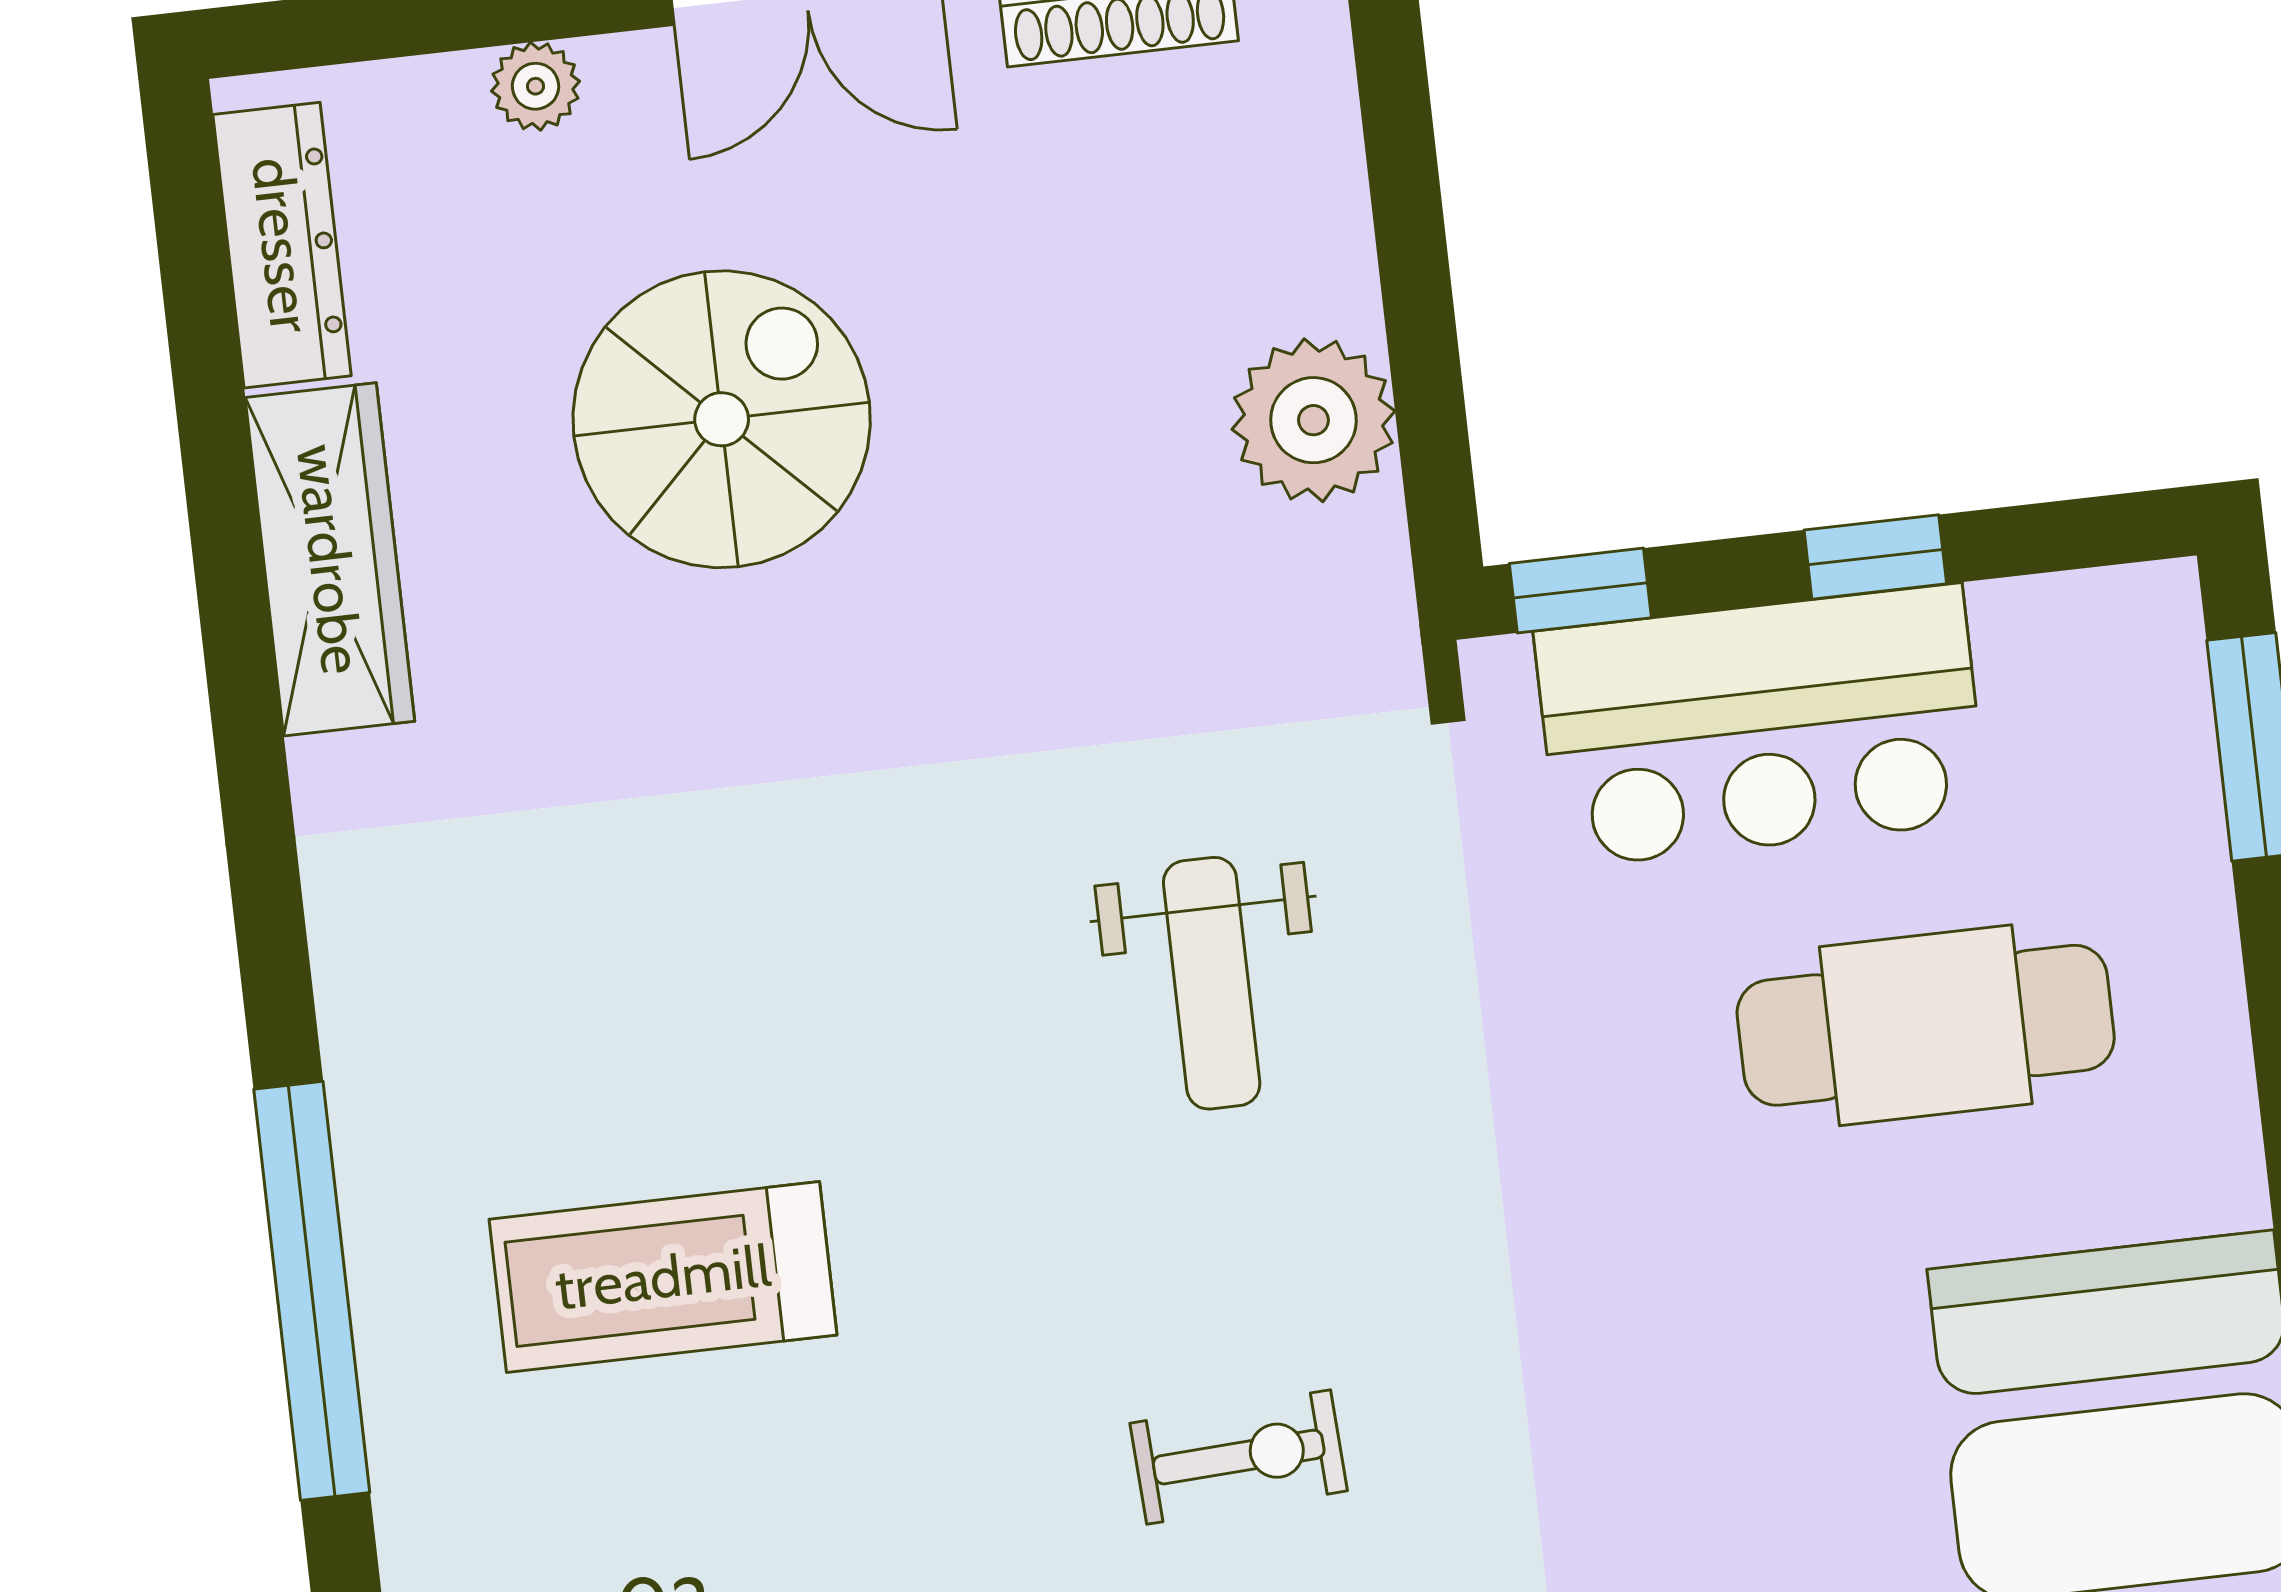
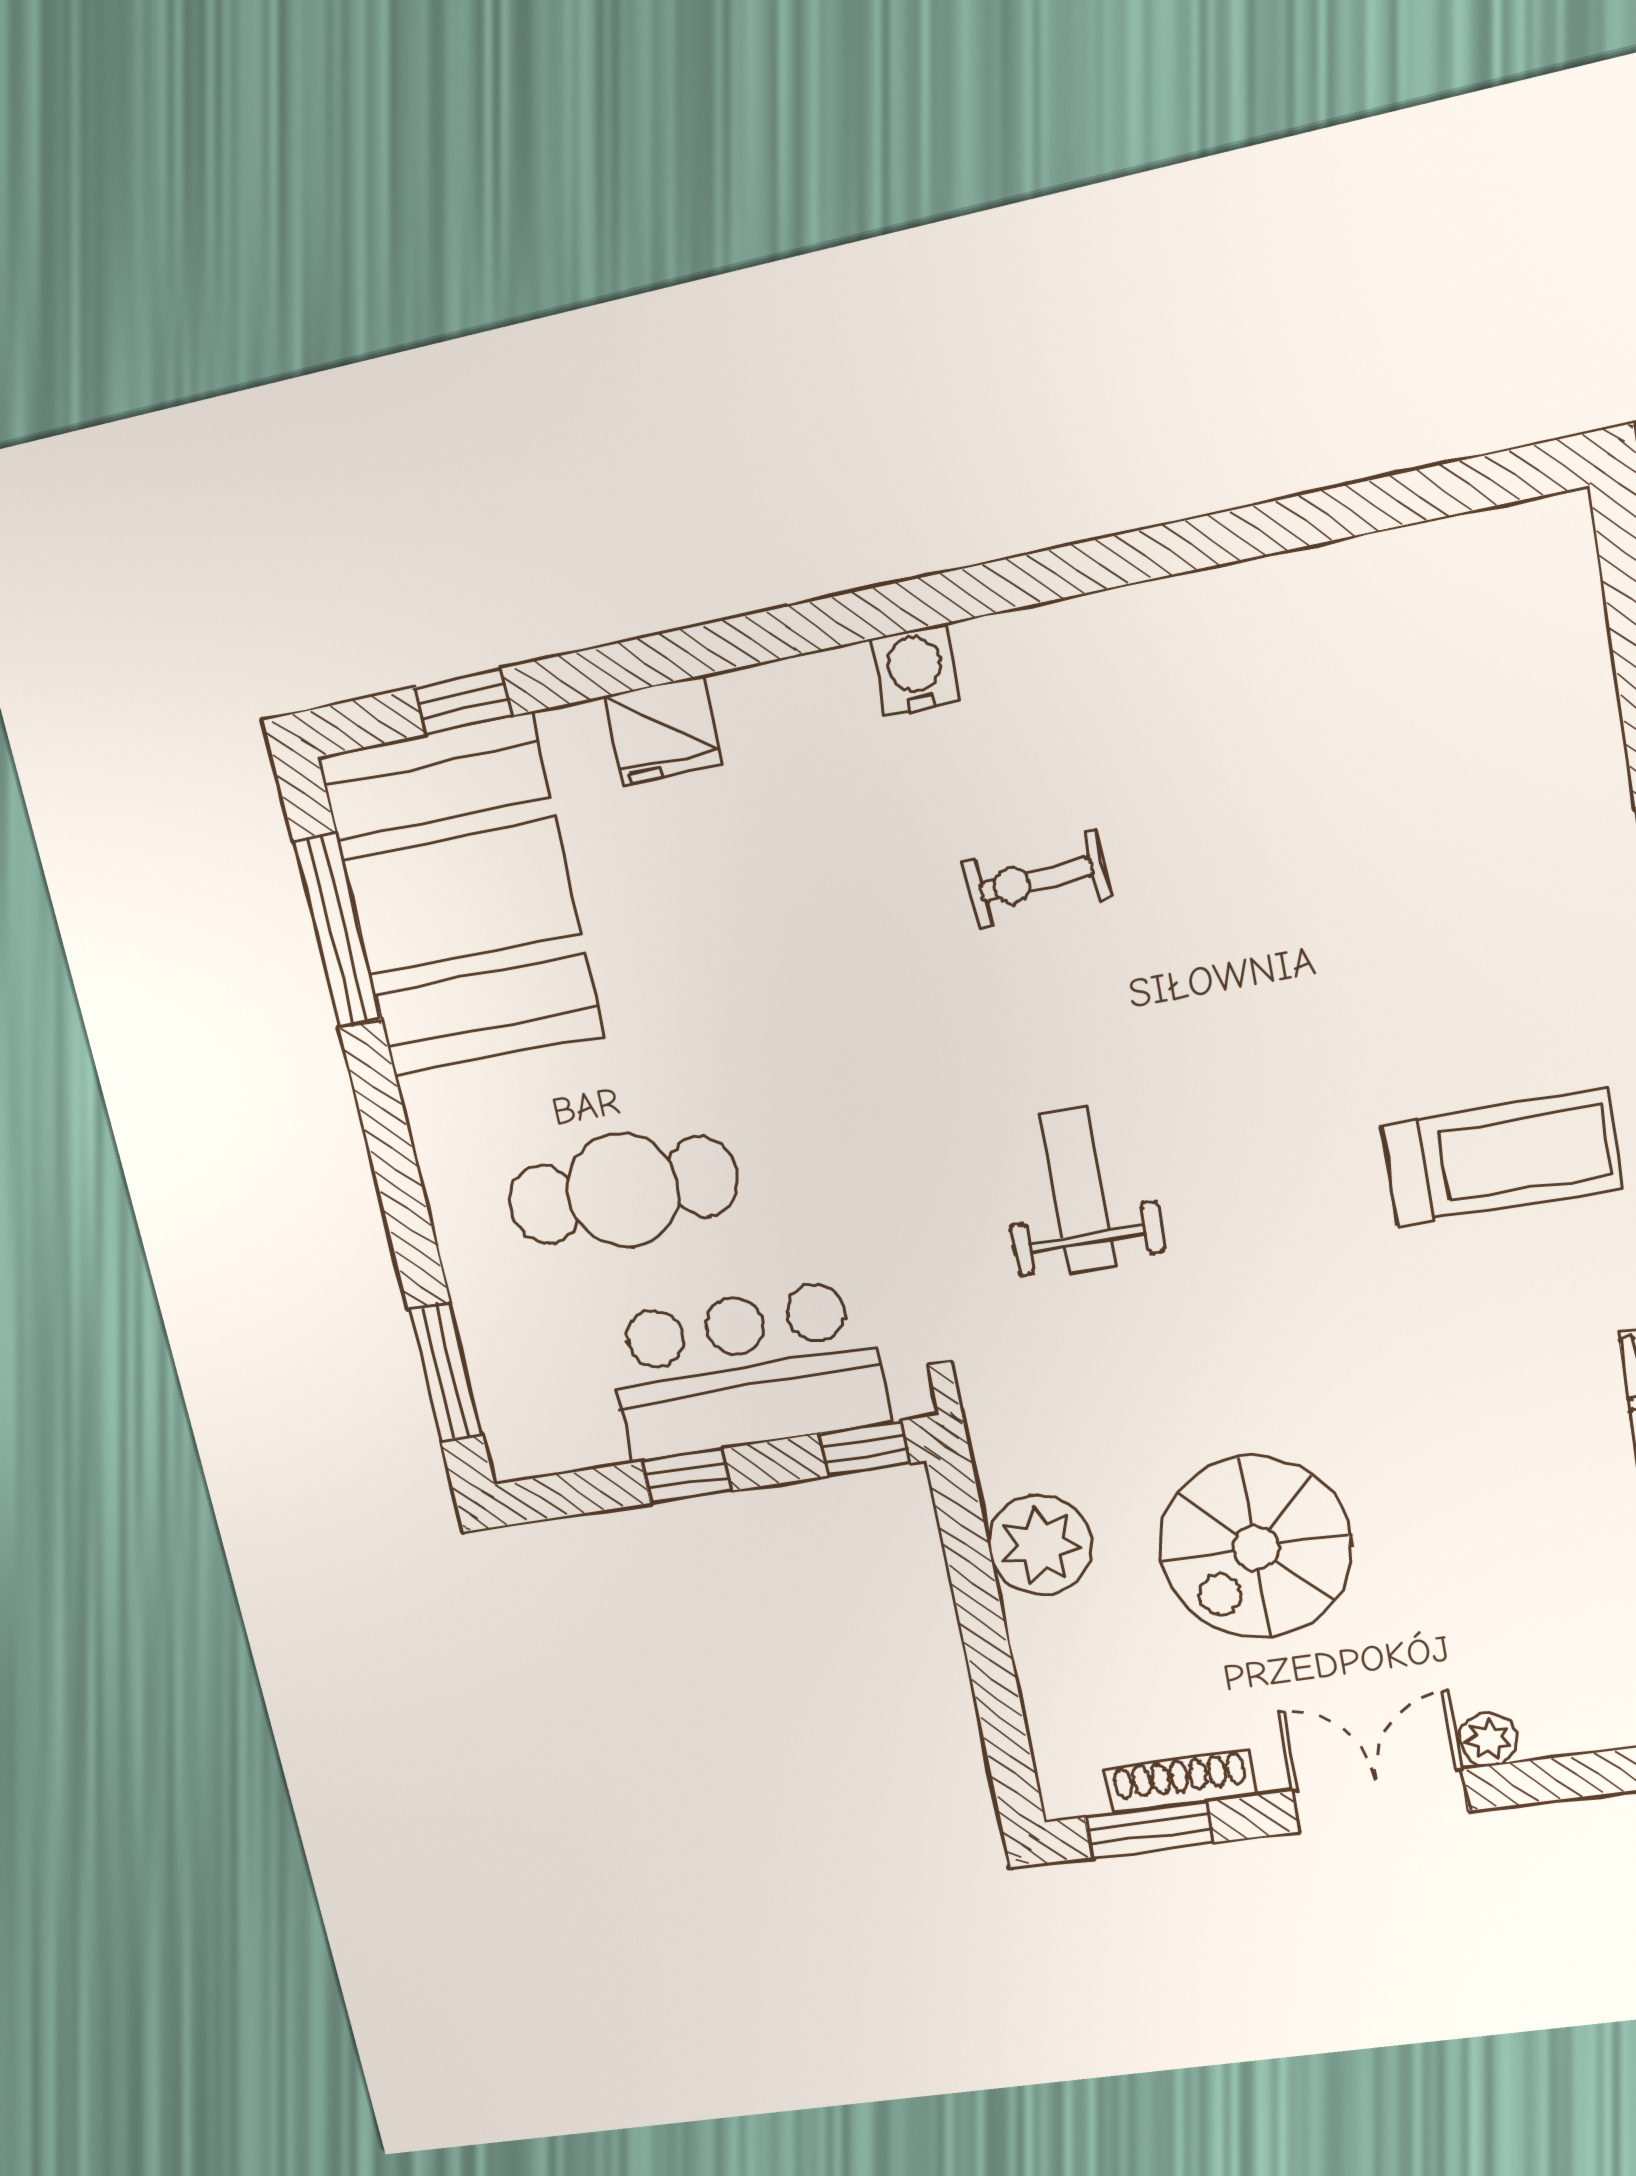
plant: (536, 86) -> (1489, 1740), moved
spiral stairs: (722, 419) -> (1256, 1547), moved
treadmill: (663, 1277) -> (1502, 1157), moved

